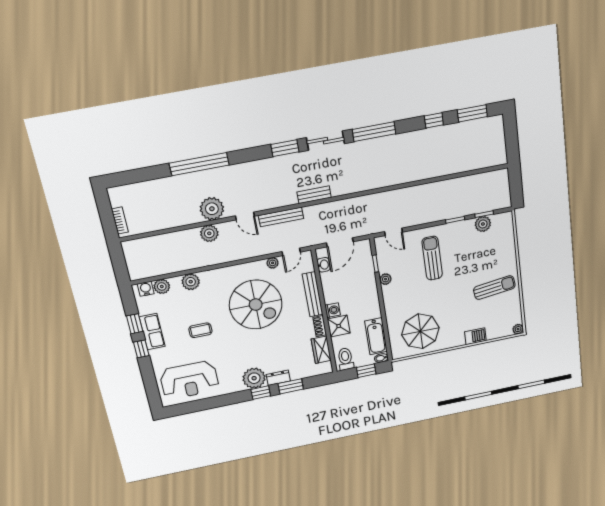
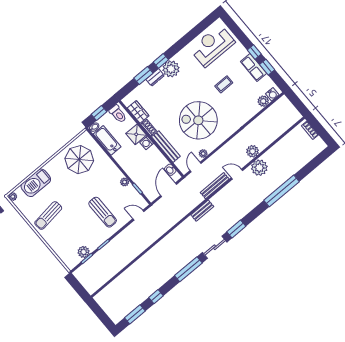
plant: (191, 282) -> (247, 114), removed
barbecue: (475, 336) -> (36, 183), width x1.88, depth x1.53

